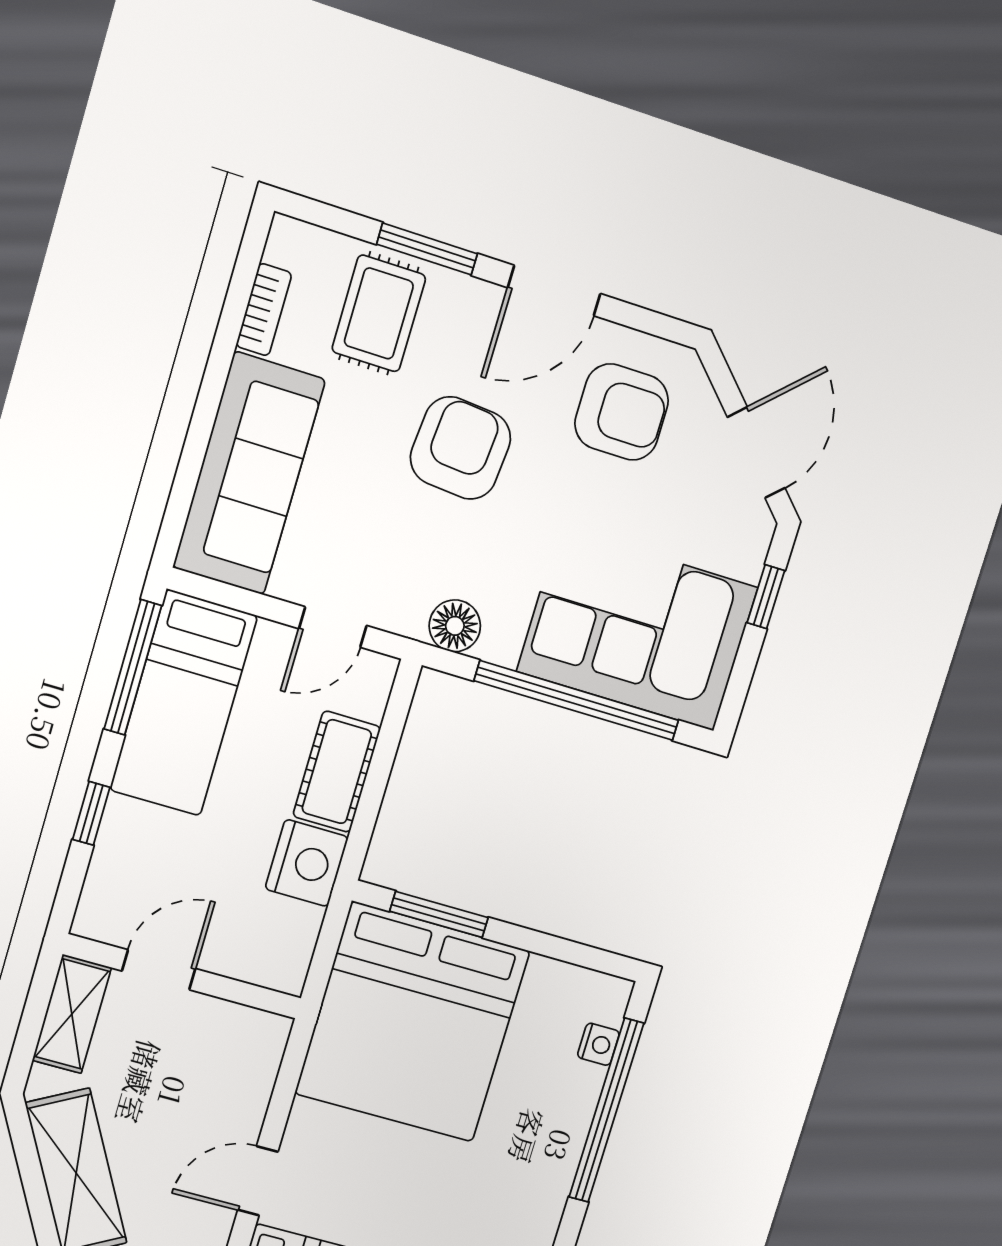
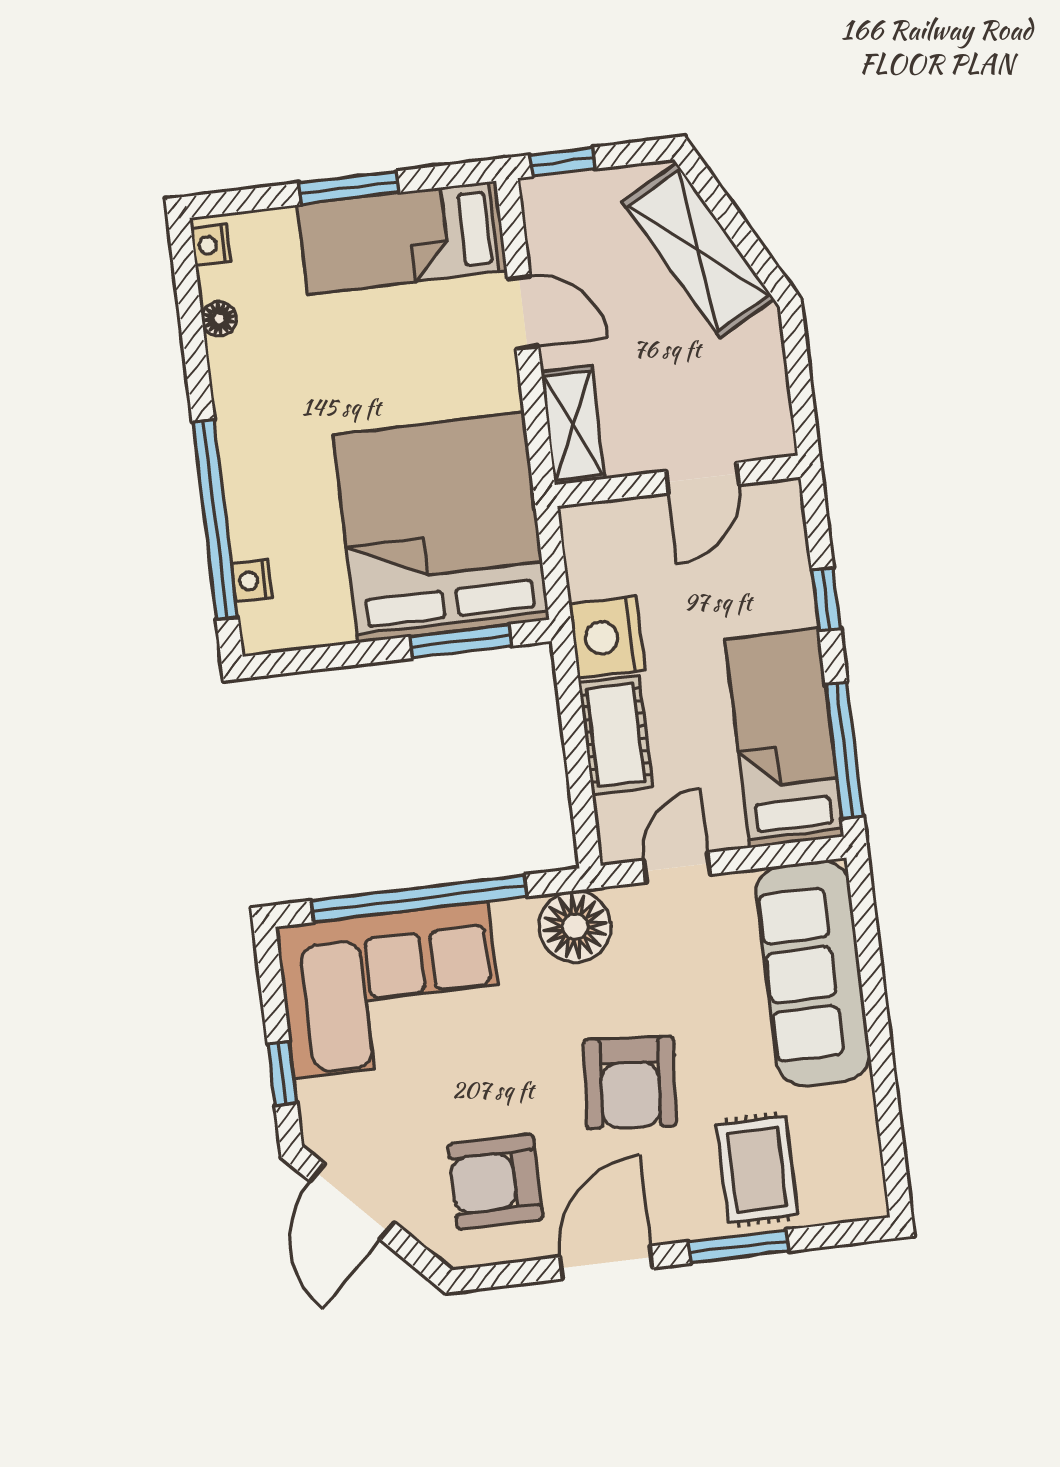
bookcase: (264, 310) -> (862, 1126), removed
floor lamp: (455, 626) -> (575, 927), width x1.38, depth x1.38
shelving: (72, 1014) -> (573, 425), moved
door: (258, 1181) -> (523, 313), hinge flipped

